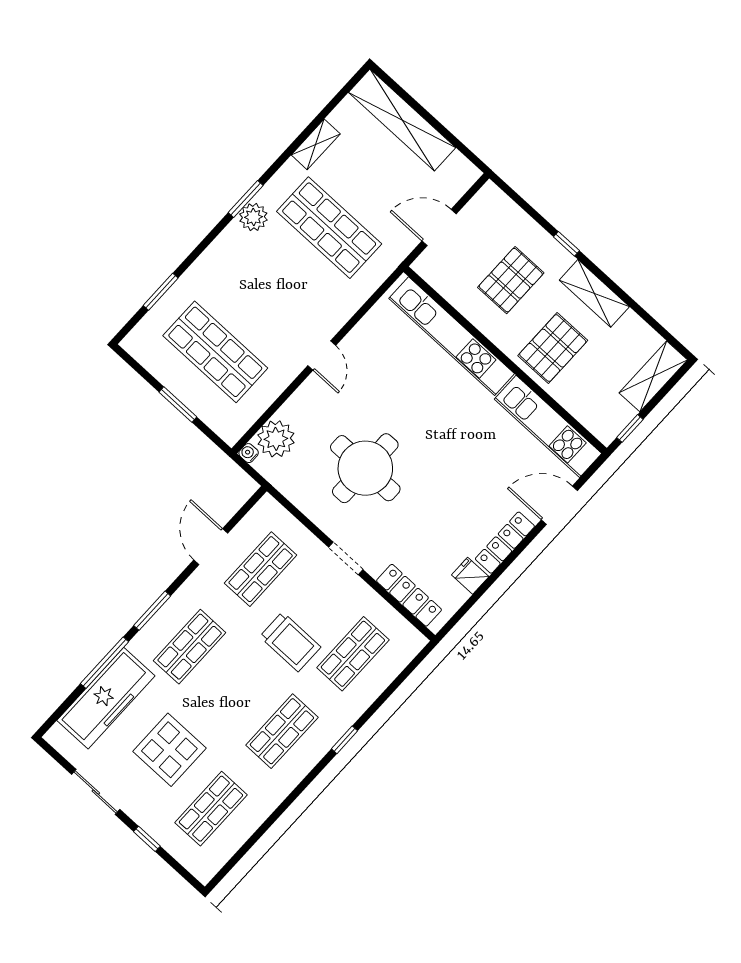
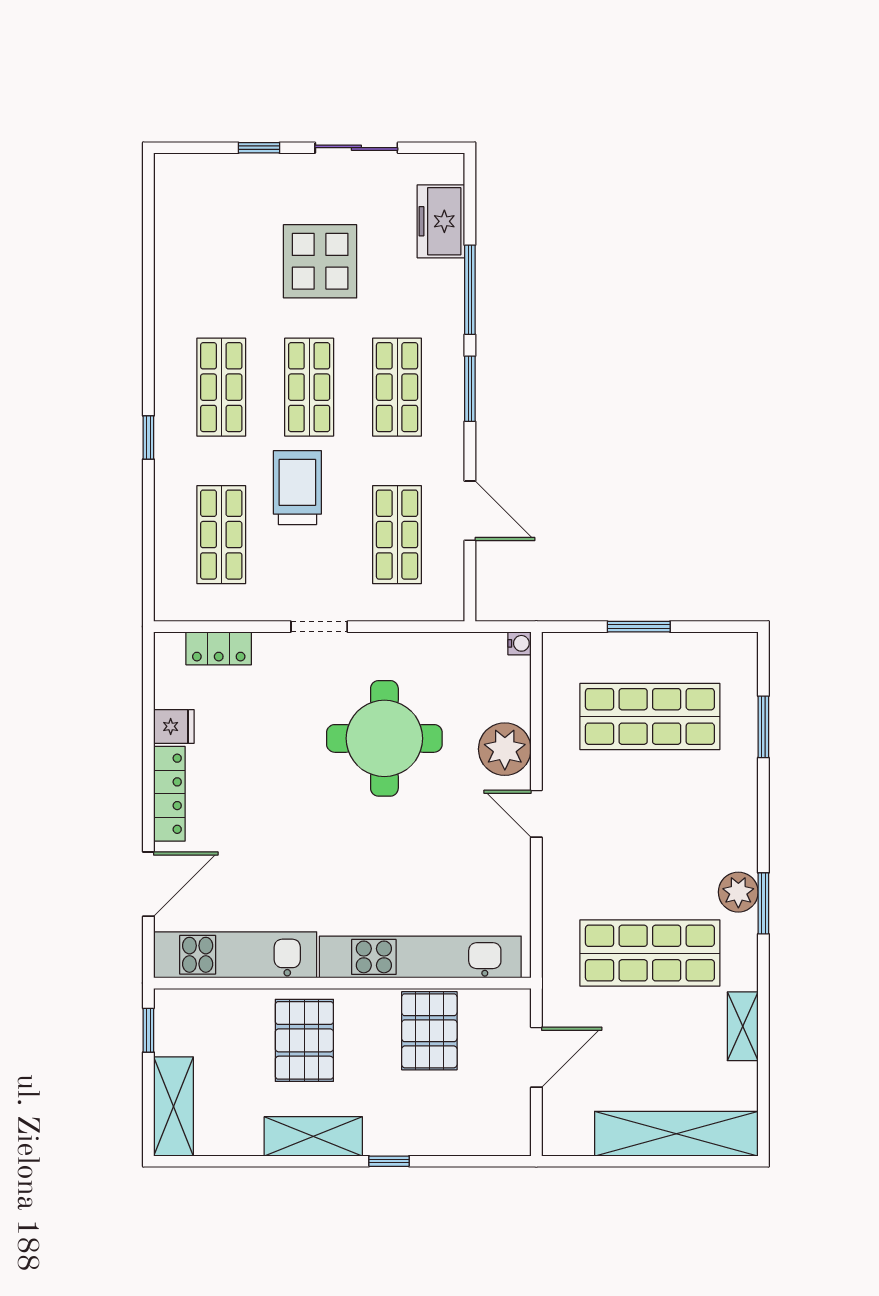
pallet: (511, 280) -> (429, 1031), moved
plant: (276, 439) -> (505, 749), moved
locker: (409, 595) -> (219, 648), width x0.66
trolley: (290, 642) -> (297, 488), turned 90
freezer: (106, 698) -> (441, 221), width x0.52, depth x0.79
shop shelf: (211, 809) -> (309, 387), moved

